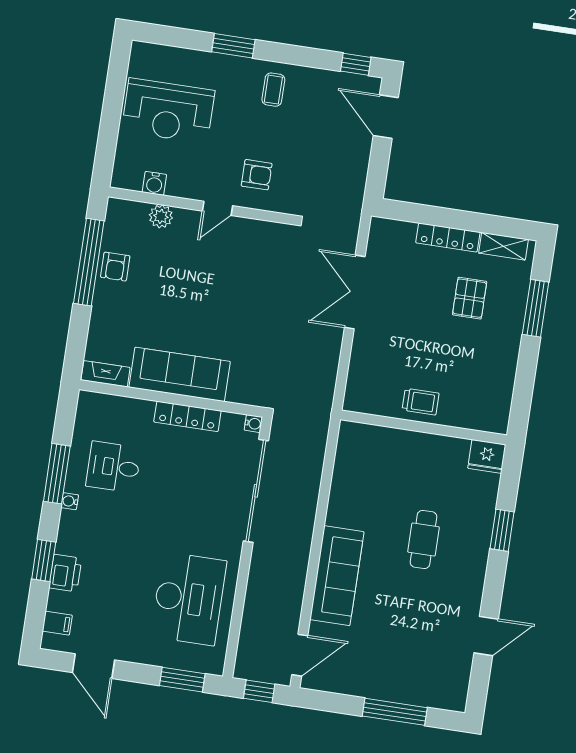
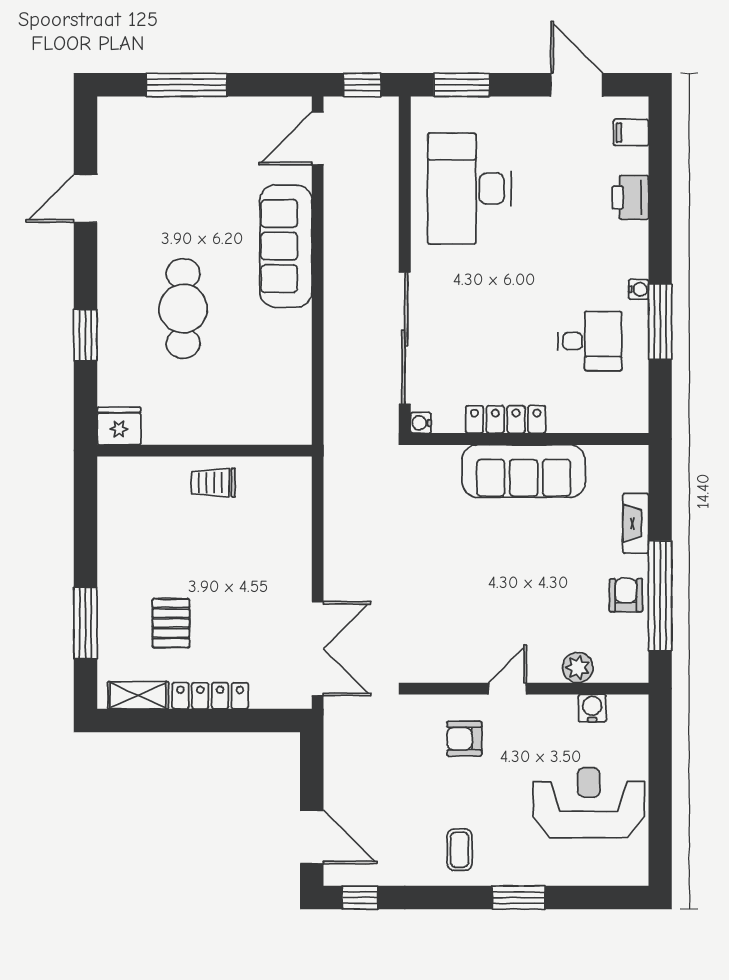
double door: (355, 292) -> (318, 649), moved
fireplace: (105, 374) -> (636, 523), moved, turned 90
cafe table: (424, 540) -> (183, 309), width x1.37, depth x1.35
window: (44, 560) -> (660, 209), removed

